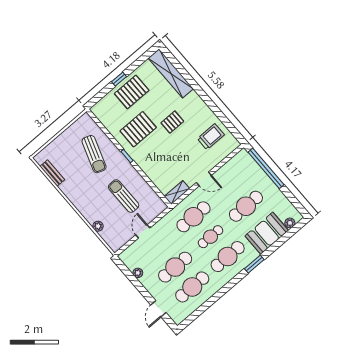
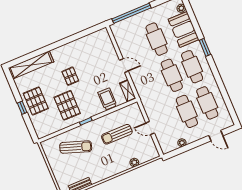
trolley: (211, 137) -> (107, 99), moved
door: (204, 179) -> (124, 66), hinge flipped
cafe table: (193, 217) -> (151, 84), removed
cafe table: (211, 237) -> (172, 75), width x1.37, depth x1.35

